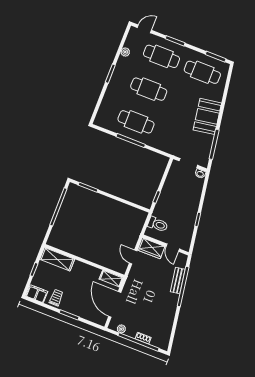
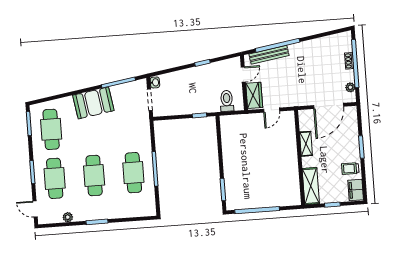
shelving: (111, 279) -> (306, 144), moved
bench: (178, 280) -> (269, 55), width x1.36

